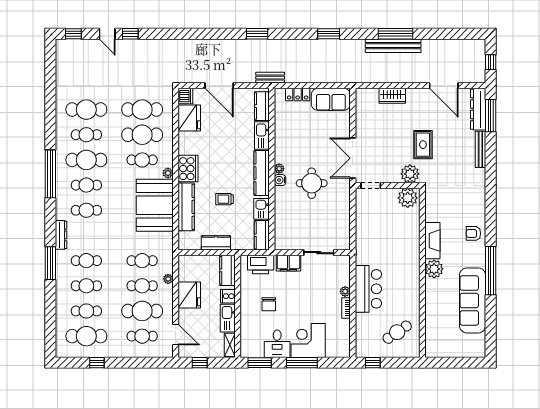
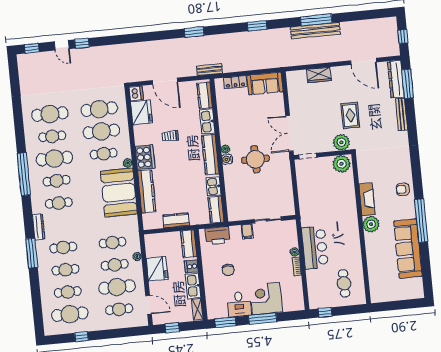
trolley: (225, 199) -> (170, 136), moved
filing cabinet: (288, 263) -> (247, 231), width x0.50
cafe table: (397, 332) -> (344, 283), turned -56

